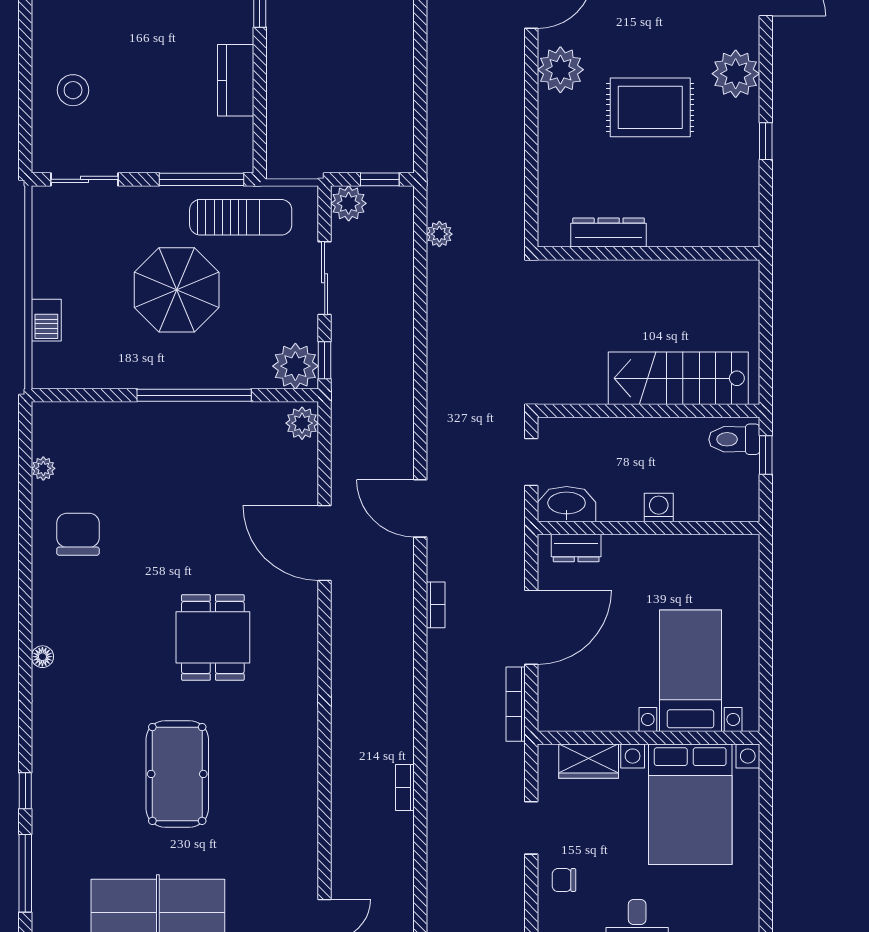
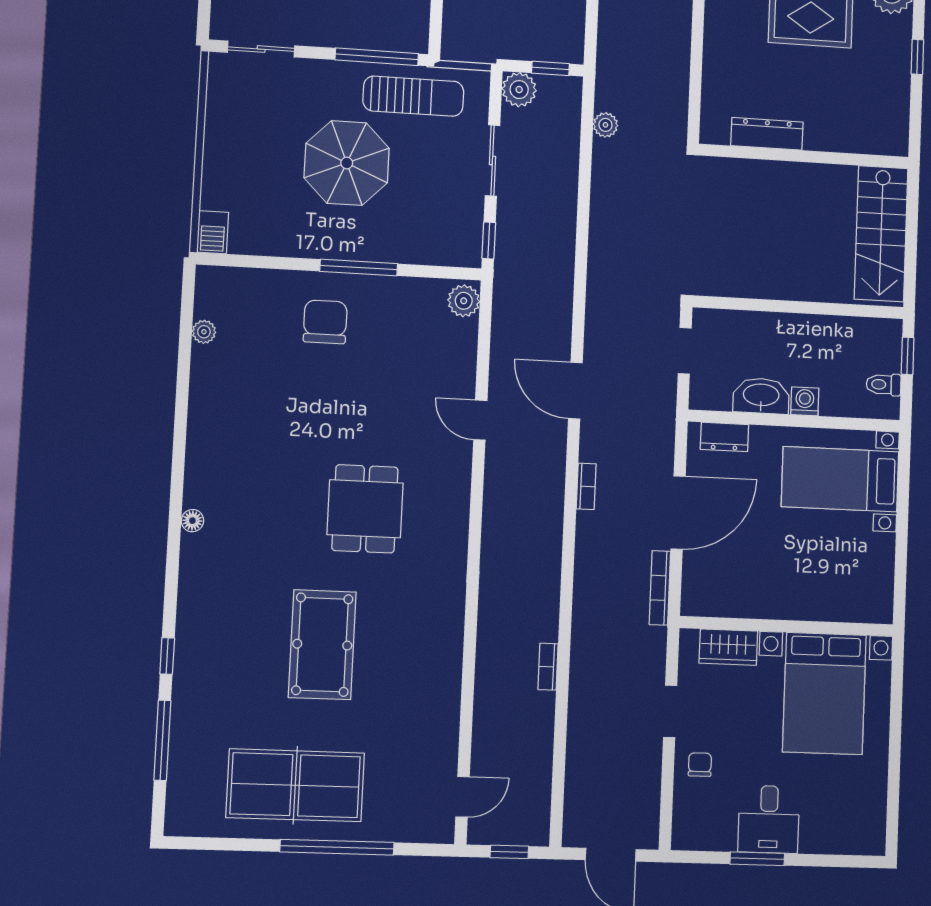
barbecue: (46, 320) -> (213, 232), moved
plant: (295, 366) -> (460, 245), removed
stairs: (678, 378) -> (881, 234), moved, turned -90
window: (194, 395) -> (359, 268), width x0.68
toilet: (734, 439) -> (884, 385), moved, width x0.73, depth x0.72
washbasin: (567, 504) -> (761, 396), moved
chair: (78, 534) -> (325, 322), moved
door: (325, 543) -> (480, 420), width x0.53
bed with nightstands: (690, 671) -> (840, 479), moved, turned -90
chair: (564, 880) -> (700, 765), turned 90

